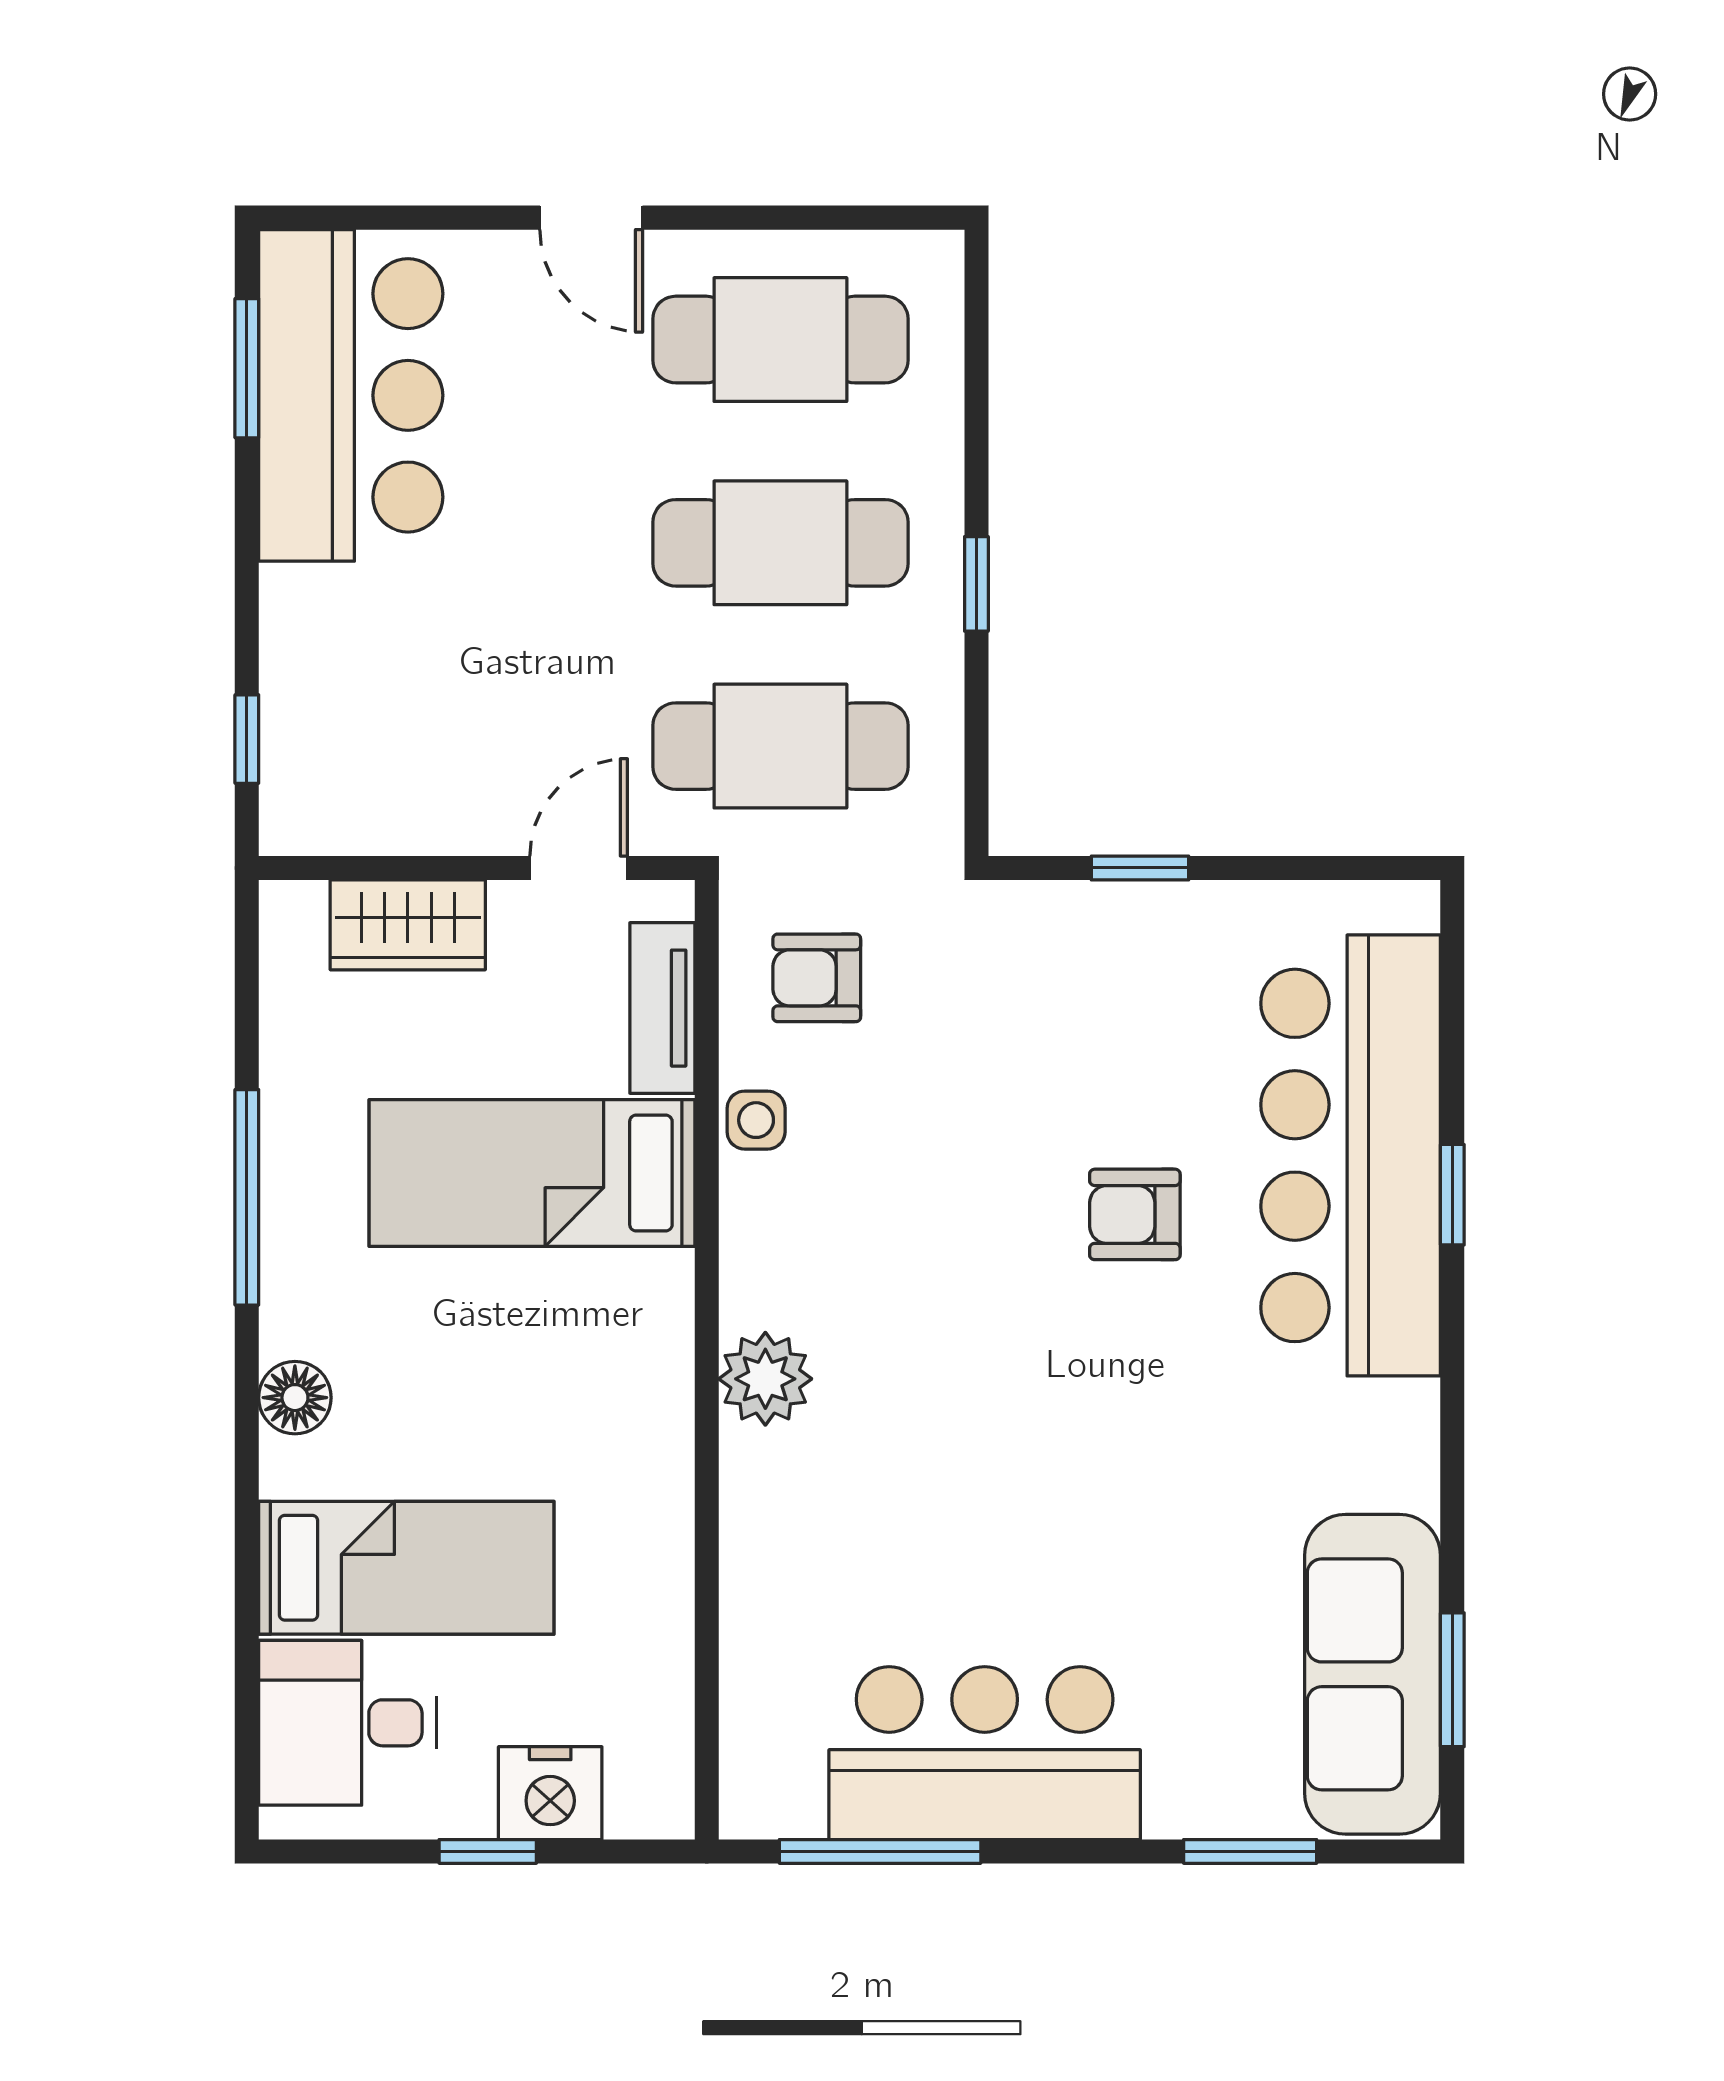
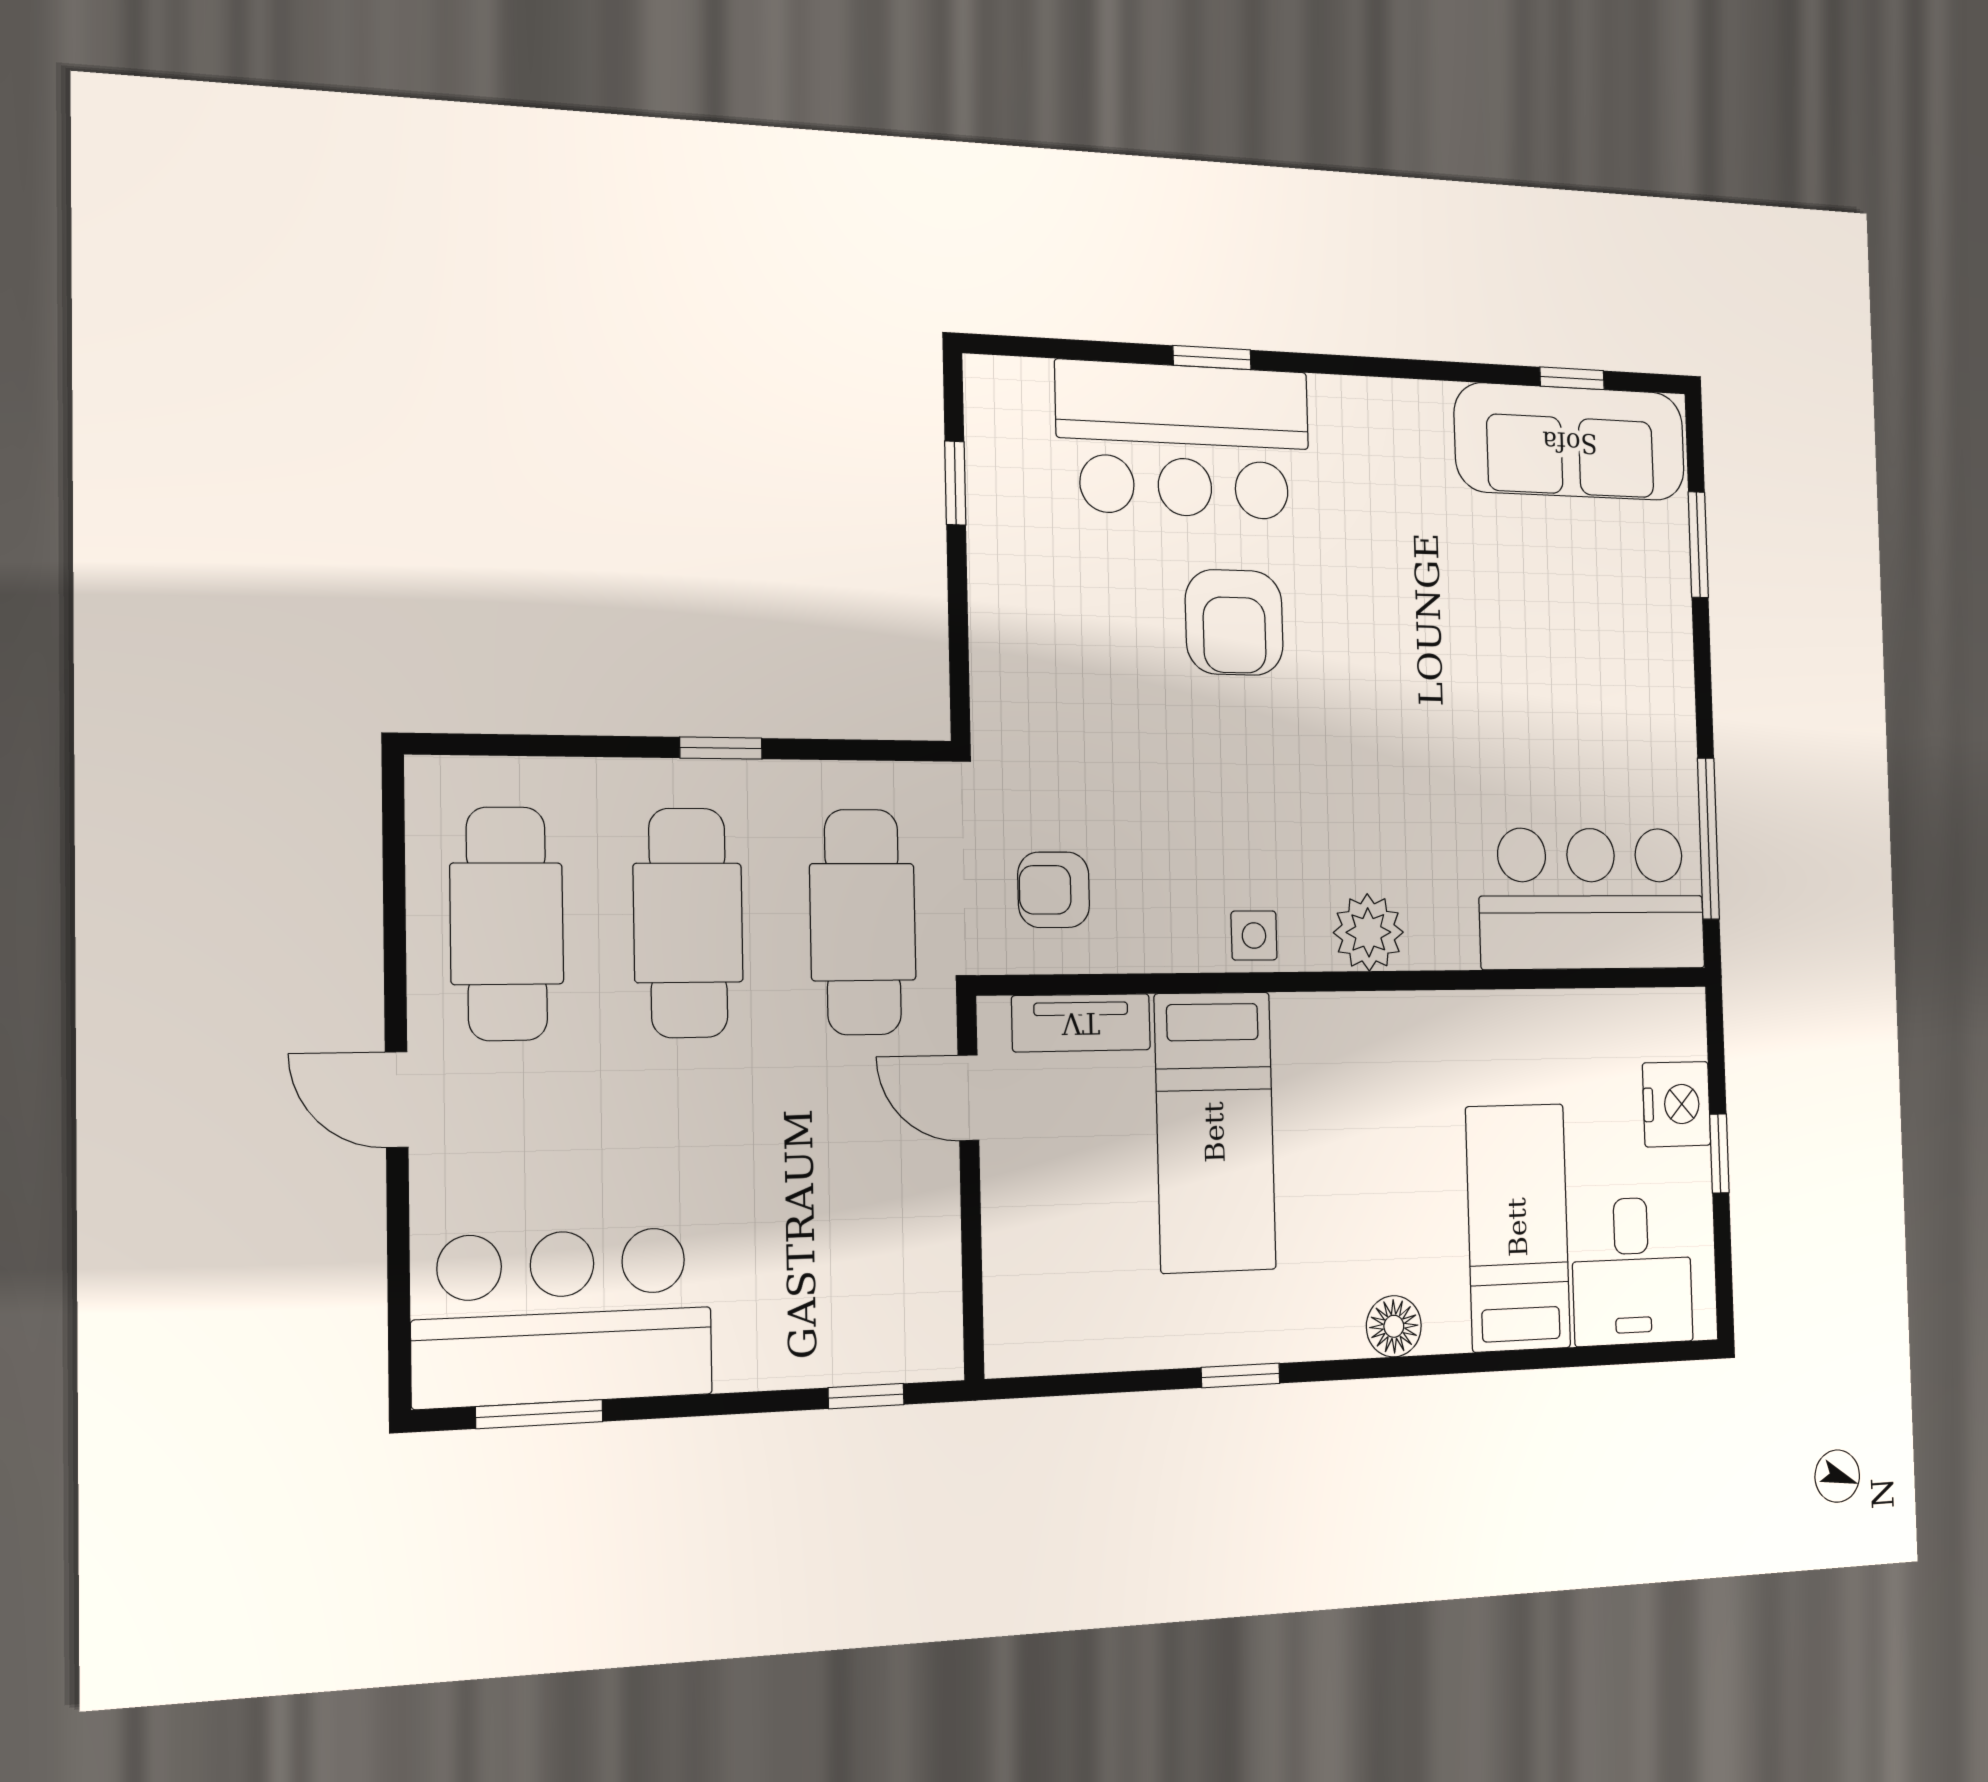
door: (591, 218) -> (397, 1100), swing flipped
window: (1140, 868) -> (955, 483), moved
wardrobe: (408, 925) -> (1019, 1246), removed
armchair: (817, 978) -> (1054, 890), turned 90
side table: (756, 1120) -> (1254, 935), moved
bar counter: (1351, 1155) -> (1184, 441), width x0.73
window: (247, 1197) -> (1241, 1375), width x0.46
armchair: (1135, 1214) -> (1234, 622), width x1.38, depth x1.38
window: (1452, 1680) -> (1572, 378), width x0.67
bar counter: (985, 1753) -> (1592, 899), moved, turned 90

